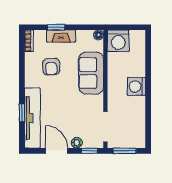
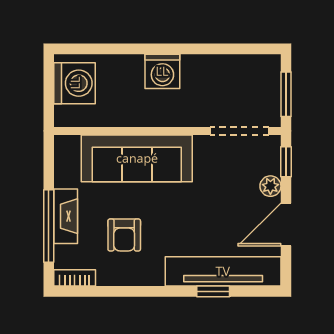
window: (56, 27) -> (49, 226), width x2.17
floor lamp: (98, 35) -> (63, 144), removed
washing machine: (118, 41) -> (75, 83), moved
armchair: (51, 67) -> (124, 235), turned 92
sofa: (91, 73) -> (137, 158), width x1.36

